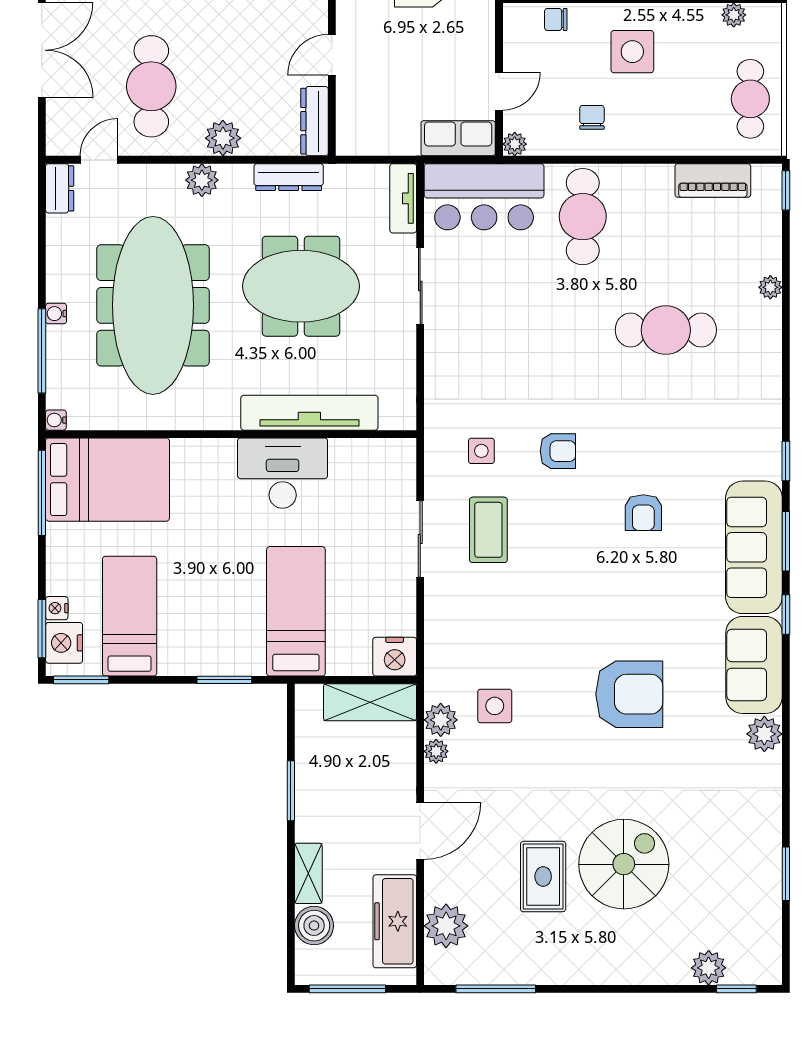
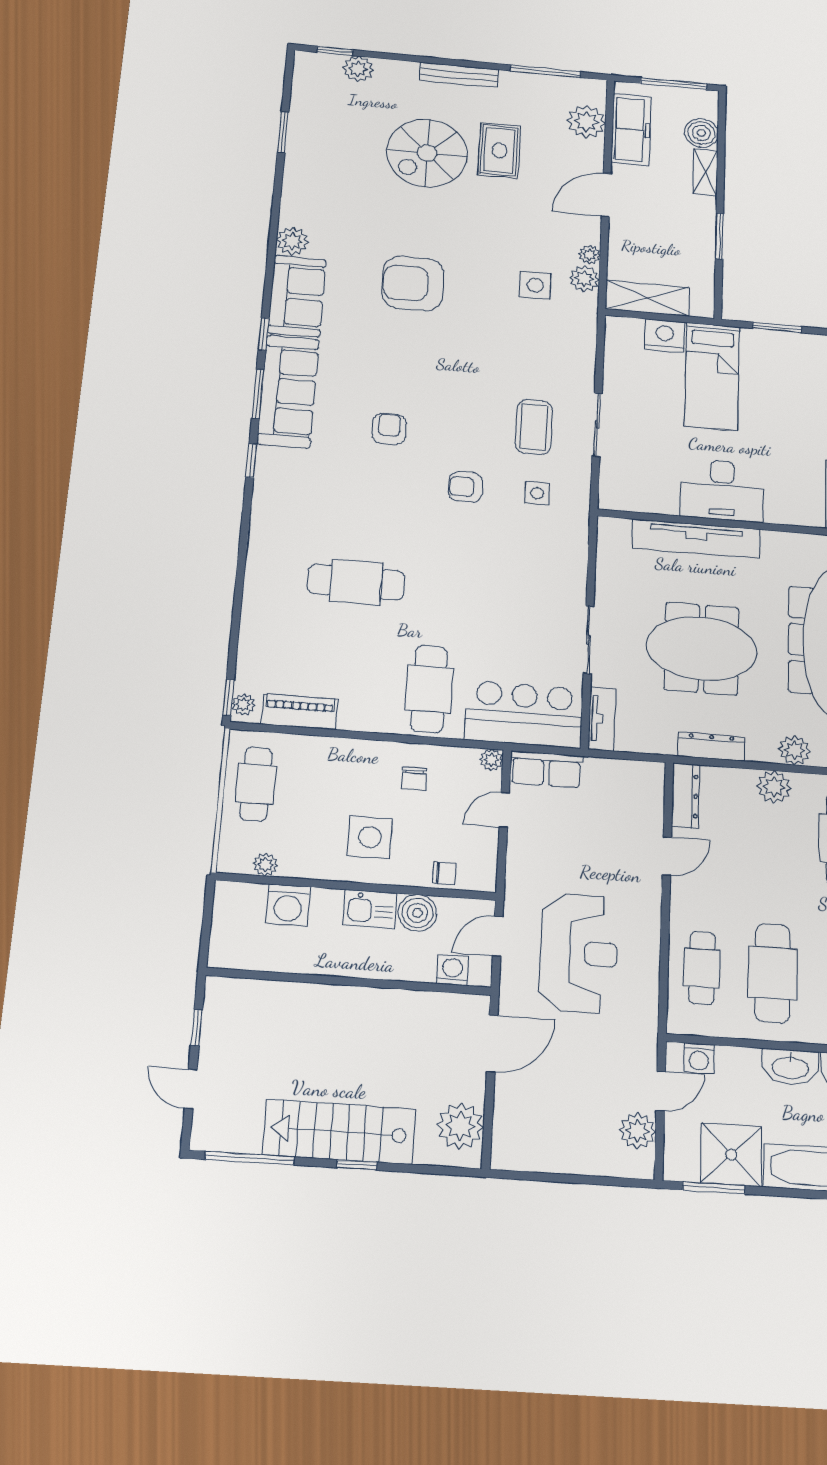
plant: (770, 287) -> (243, 704), moved
nightstand: (395, 657) -> (665, 336), moved
bench: (594, 973) -> (459, 75), added

